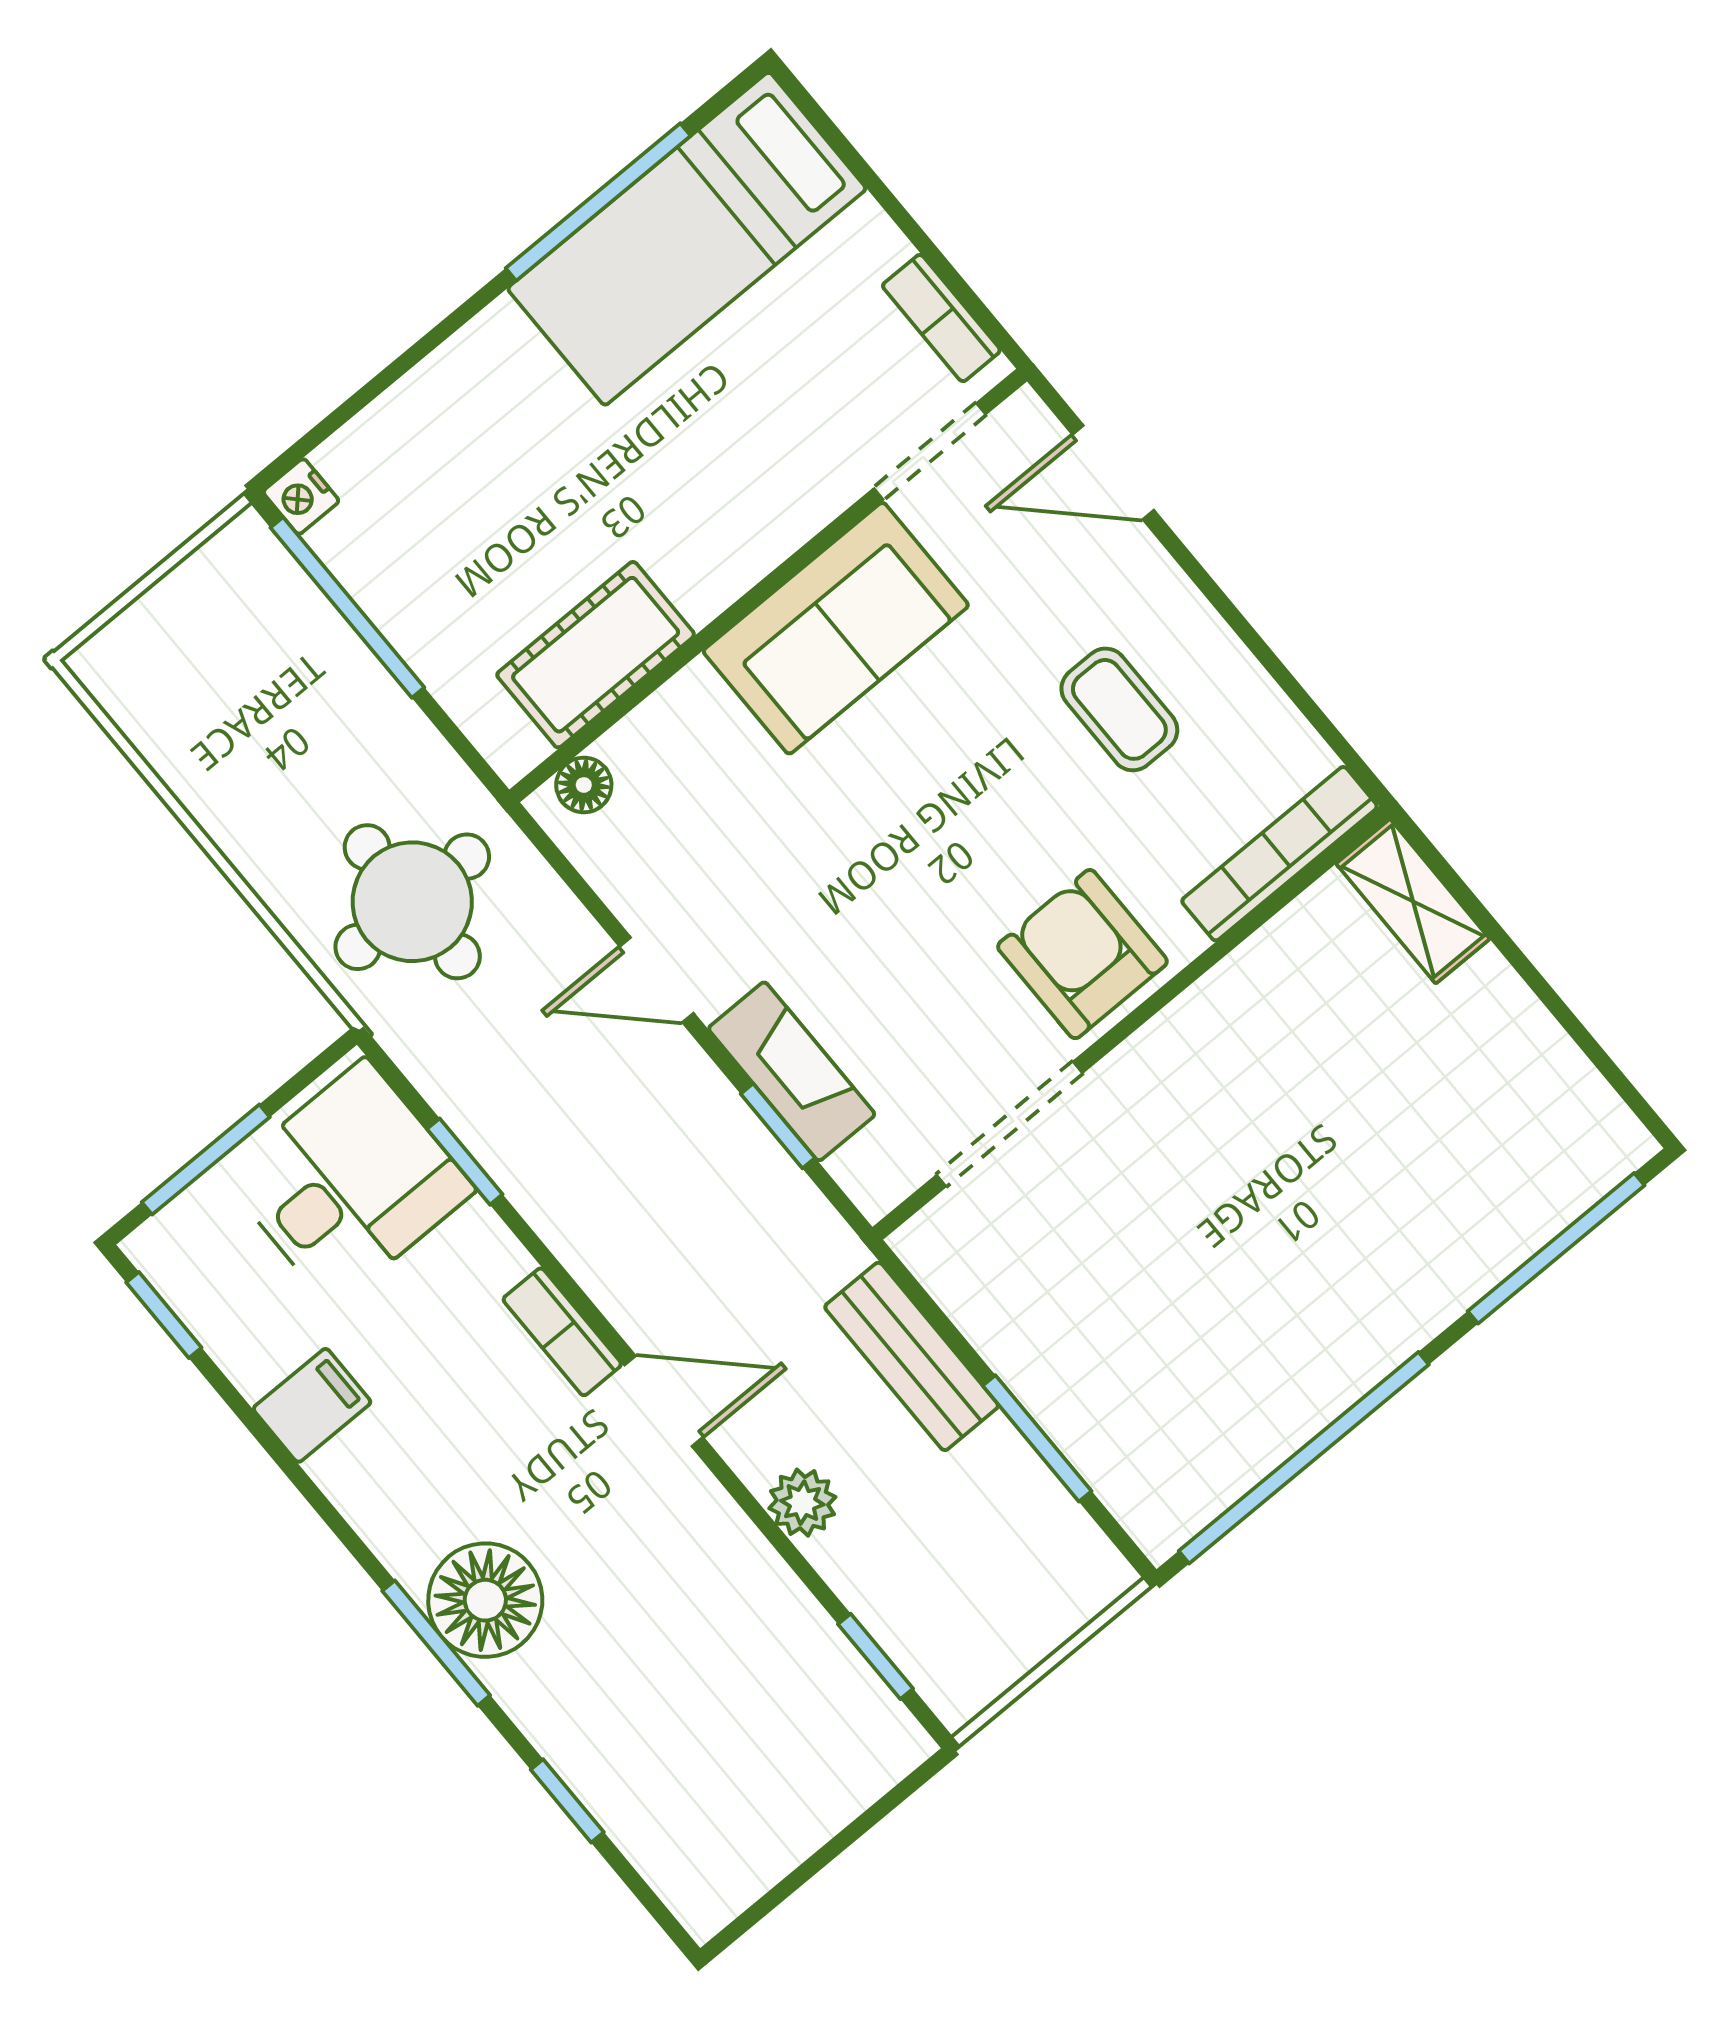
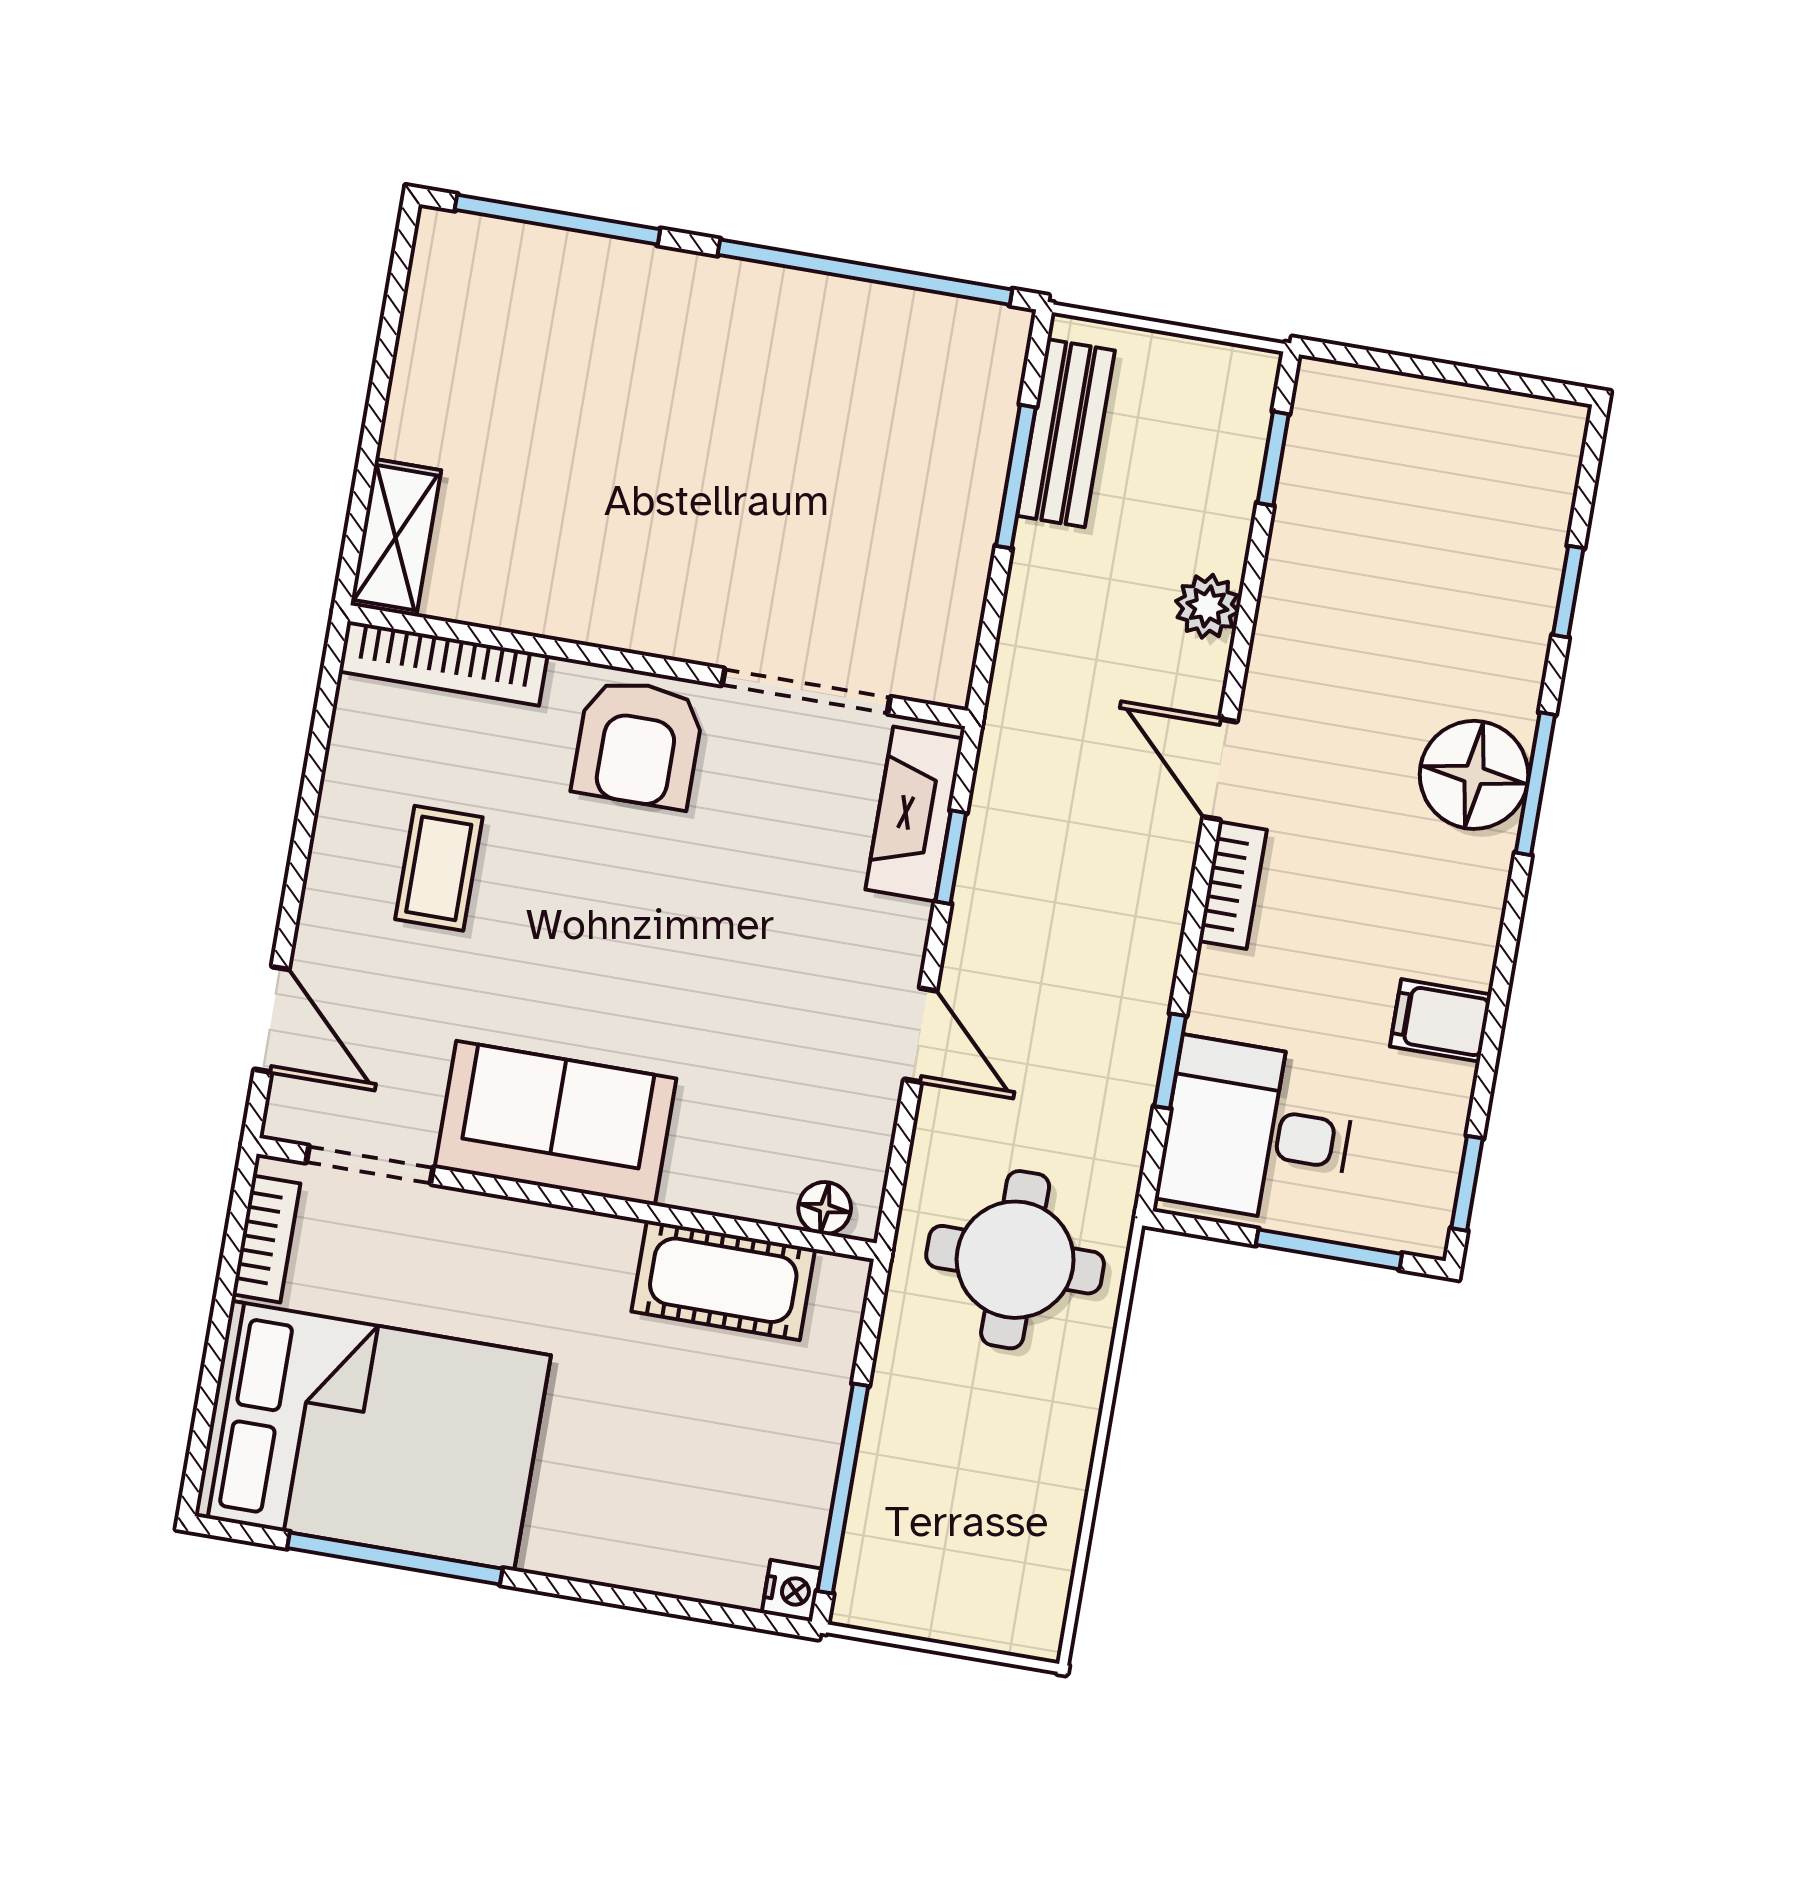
bed: (687, 239) -> (373, 1436), width x1.50
fireplace: (792, 1071) -> (914, 814), moved
bench: (912, 1356) -> (1066, 433), moved

